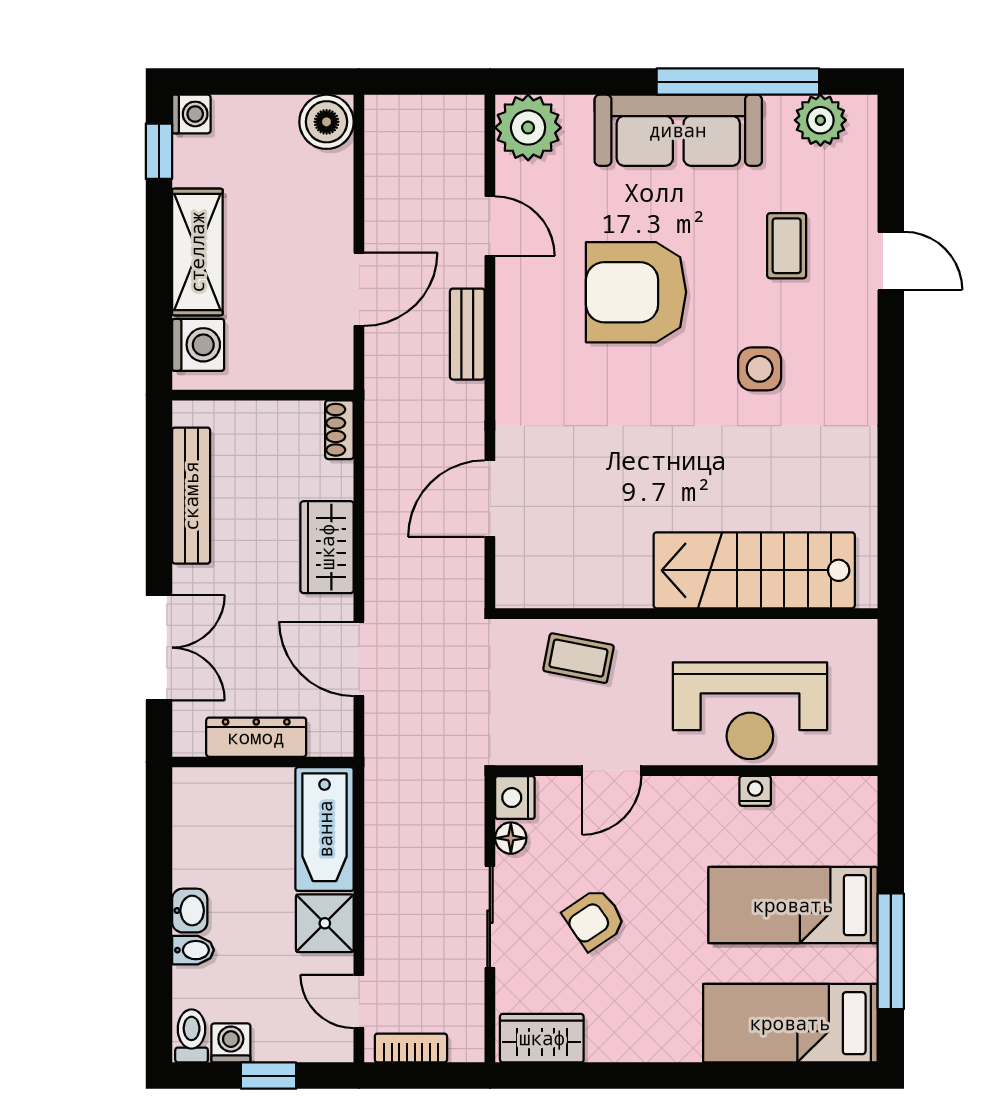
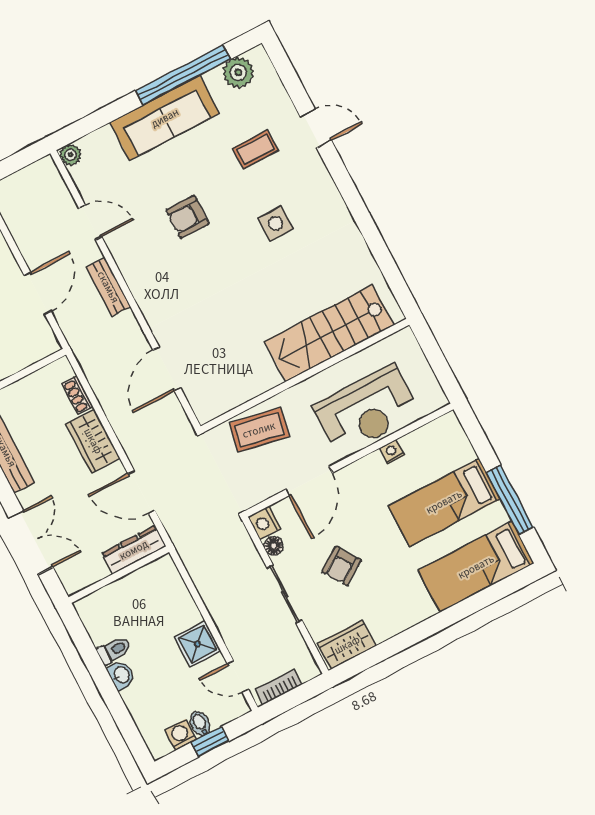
plant: (528, 128) -> (70, 155), width x0.53, depth x0.53
coffee table: (787, 246) -> (255, 149), turned 90
armchair: (636, 292) -> (187, 217), width x0.53, depth x0.53
shoe rack: (339, 430) -> (77, 395), moved
coffee table: (578, 658) -> (259, 430), width x1.36, depth x1.30
dresser: (256, 737) -> (134, 550), moved
door: (612, 771) -> (309, 481), width x1.38
bathtub: (325, 829) -> (171, 593), removed
bidet: (193, 950) -> (200, 724), moved, turned -90
toilet: (192, 1036) -> (114, 650), moved, turned 90

